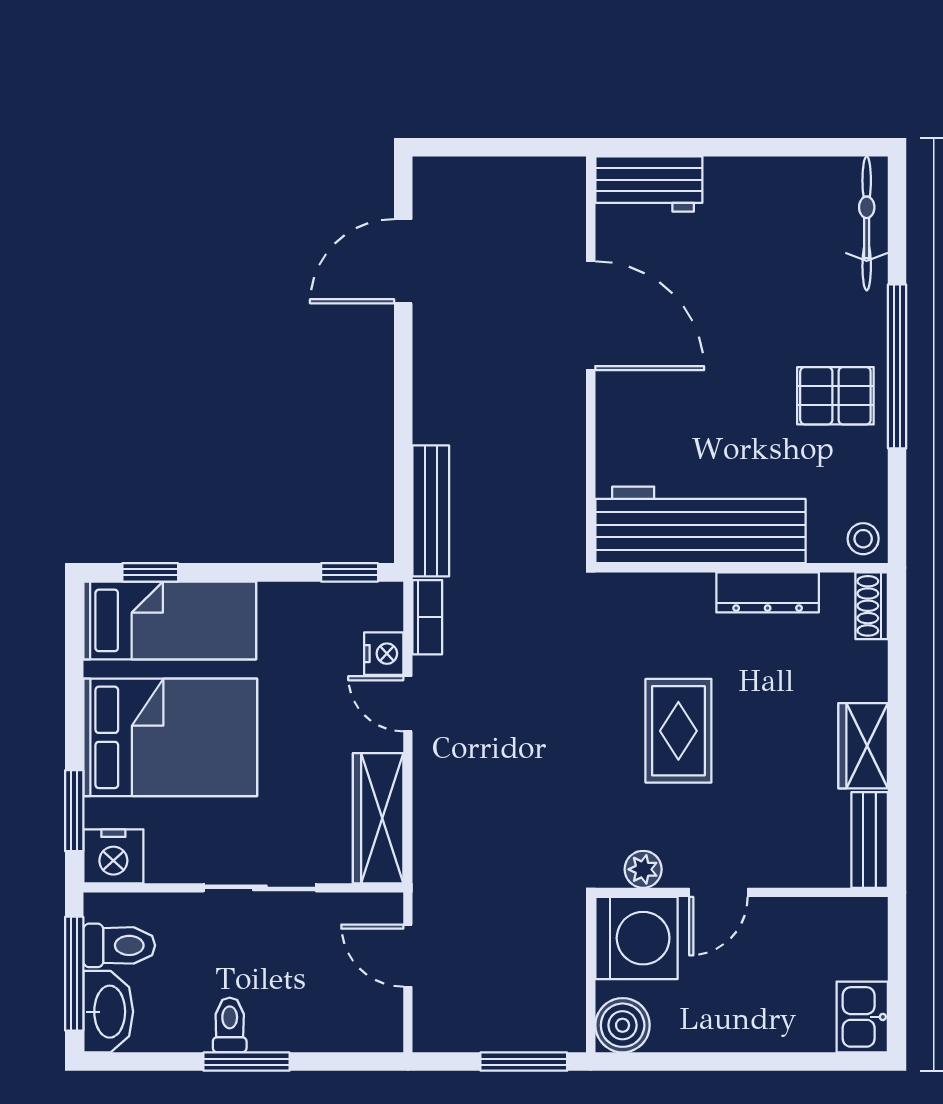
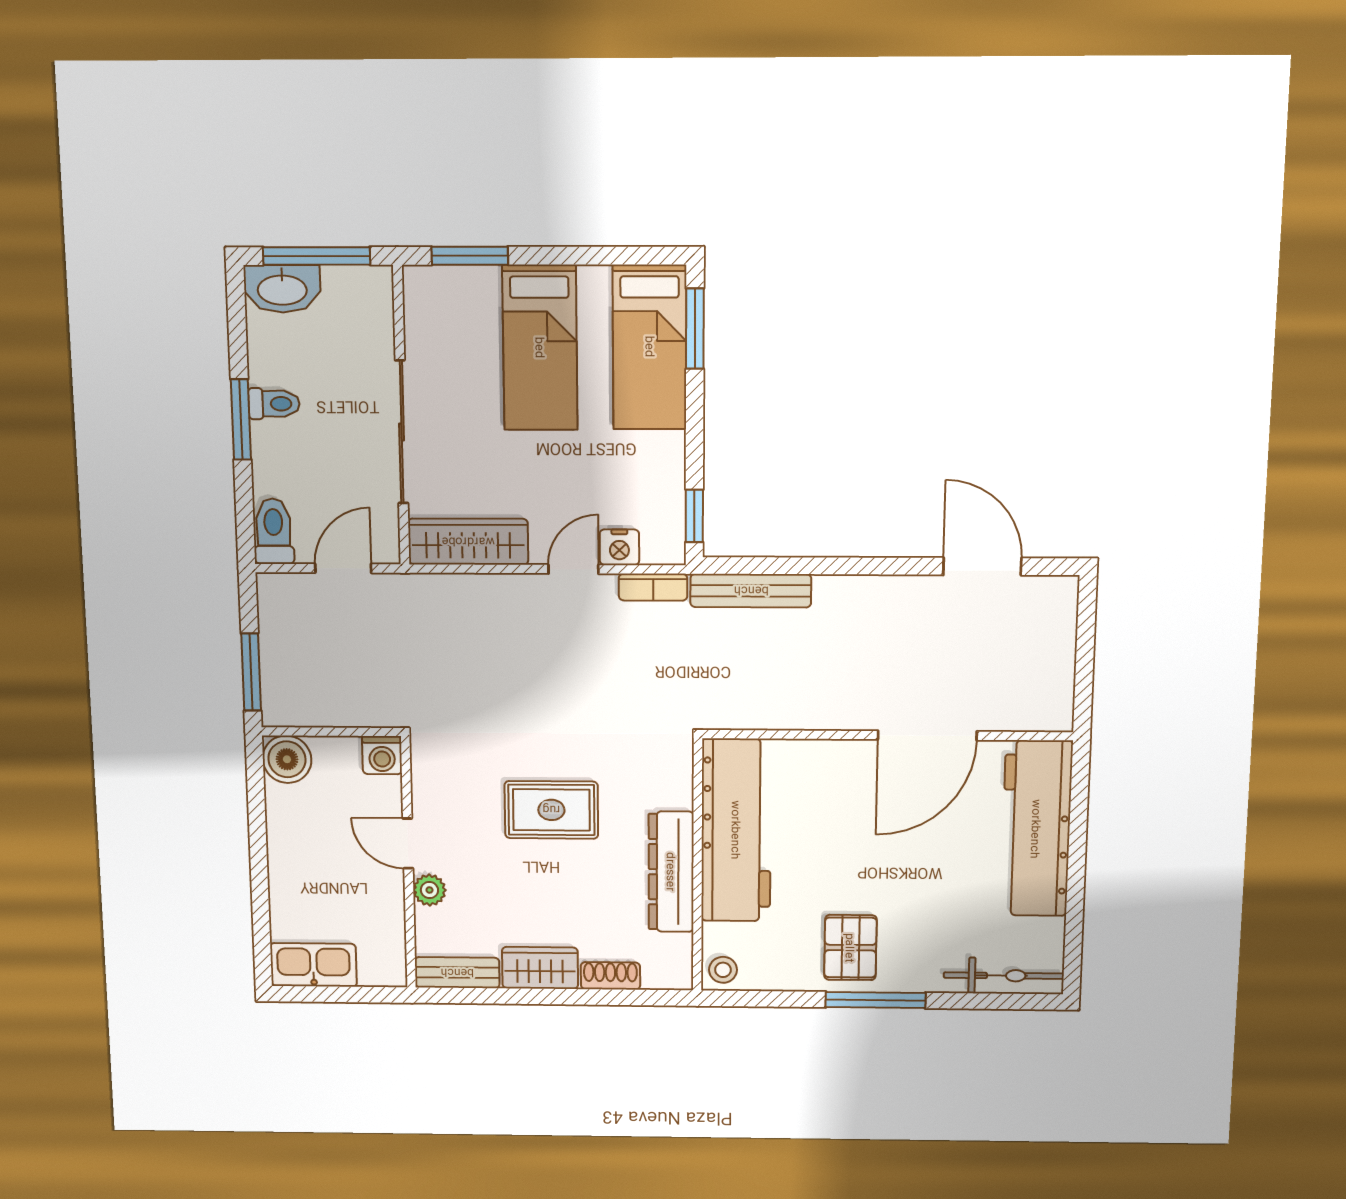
workbench: (649, 184) -> (1036, 829), width x1.88, depth x1.32
window: (897, 366) -> (876, 1000), width x0.68
window: (150, 572) -> (695, 329), width x1.50
dresser: (768, 592) -> (671, 872), width x1.37, depth x1.24
shoe rack: (872, 606) -> (610, 976), moved
bed: (170, 737) -> (540, 348), width x0.67
nightstand: (113, 856) -> (428, 294), removed
plant: (643, 869) -> (429, 890), moved
sliding door: (260, 888) -> (402, 432), width x1.37
washing machine: (636, 938) -> (382, 755), width x0.53, depth x0.53
toilet: (119, 945) -> (274, 531), moved, turned 180
kitchen sink: (862, 1017) -> (313, 965), width x1.38

